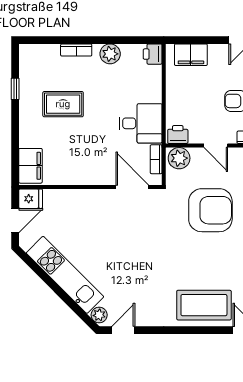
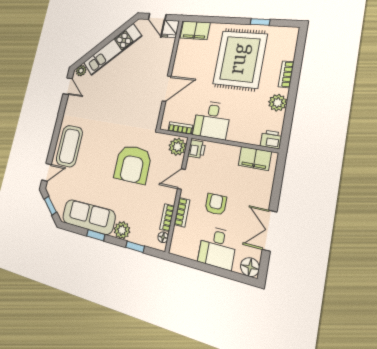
filing cabinet: (191, 55) -> (255, 158), moved, turned -90
rug: (63, 104) -> (240, 59), width x1.86, depth x2.06
door: (132, 187) -> (167, 89), moved

